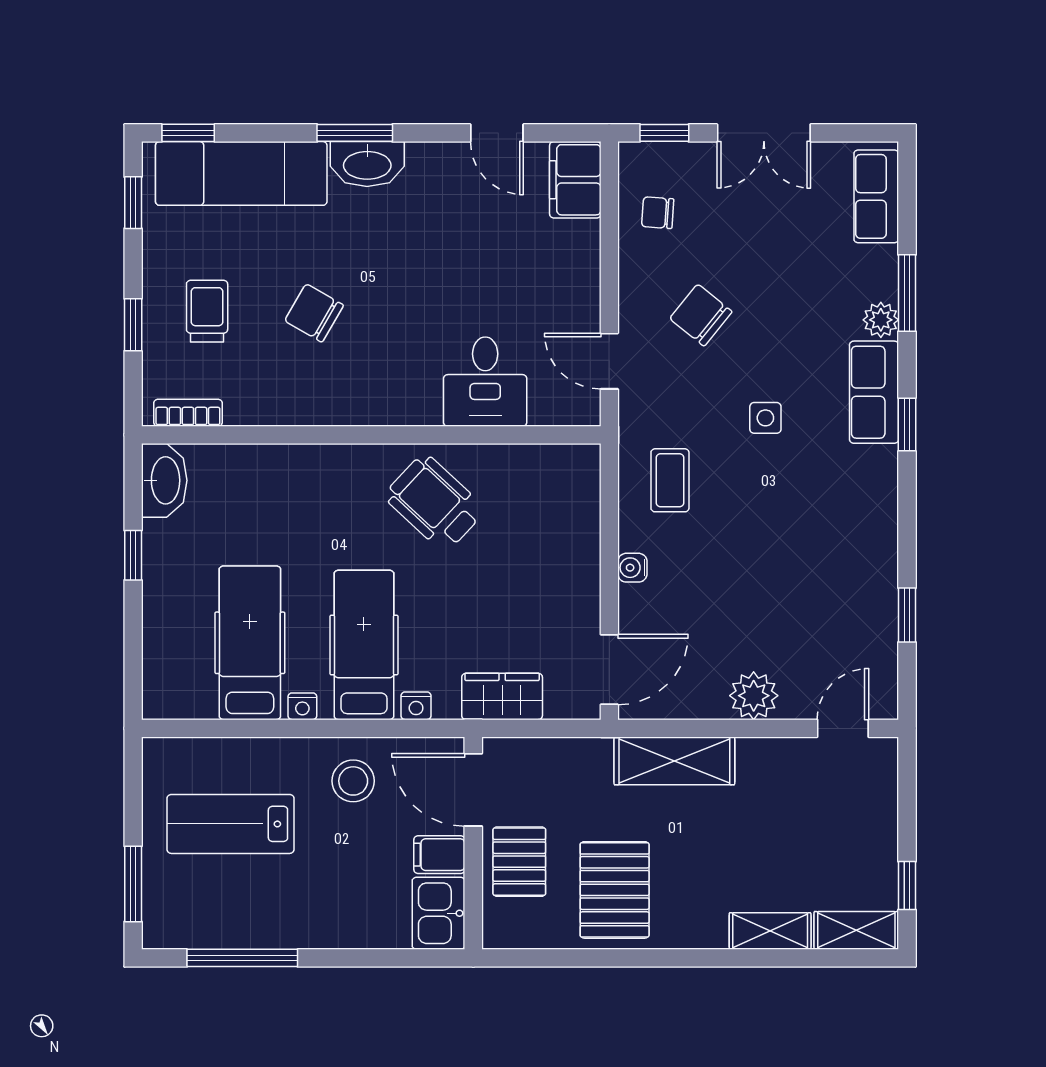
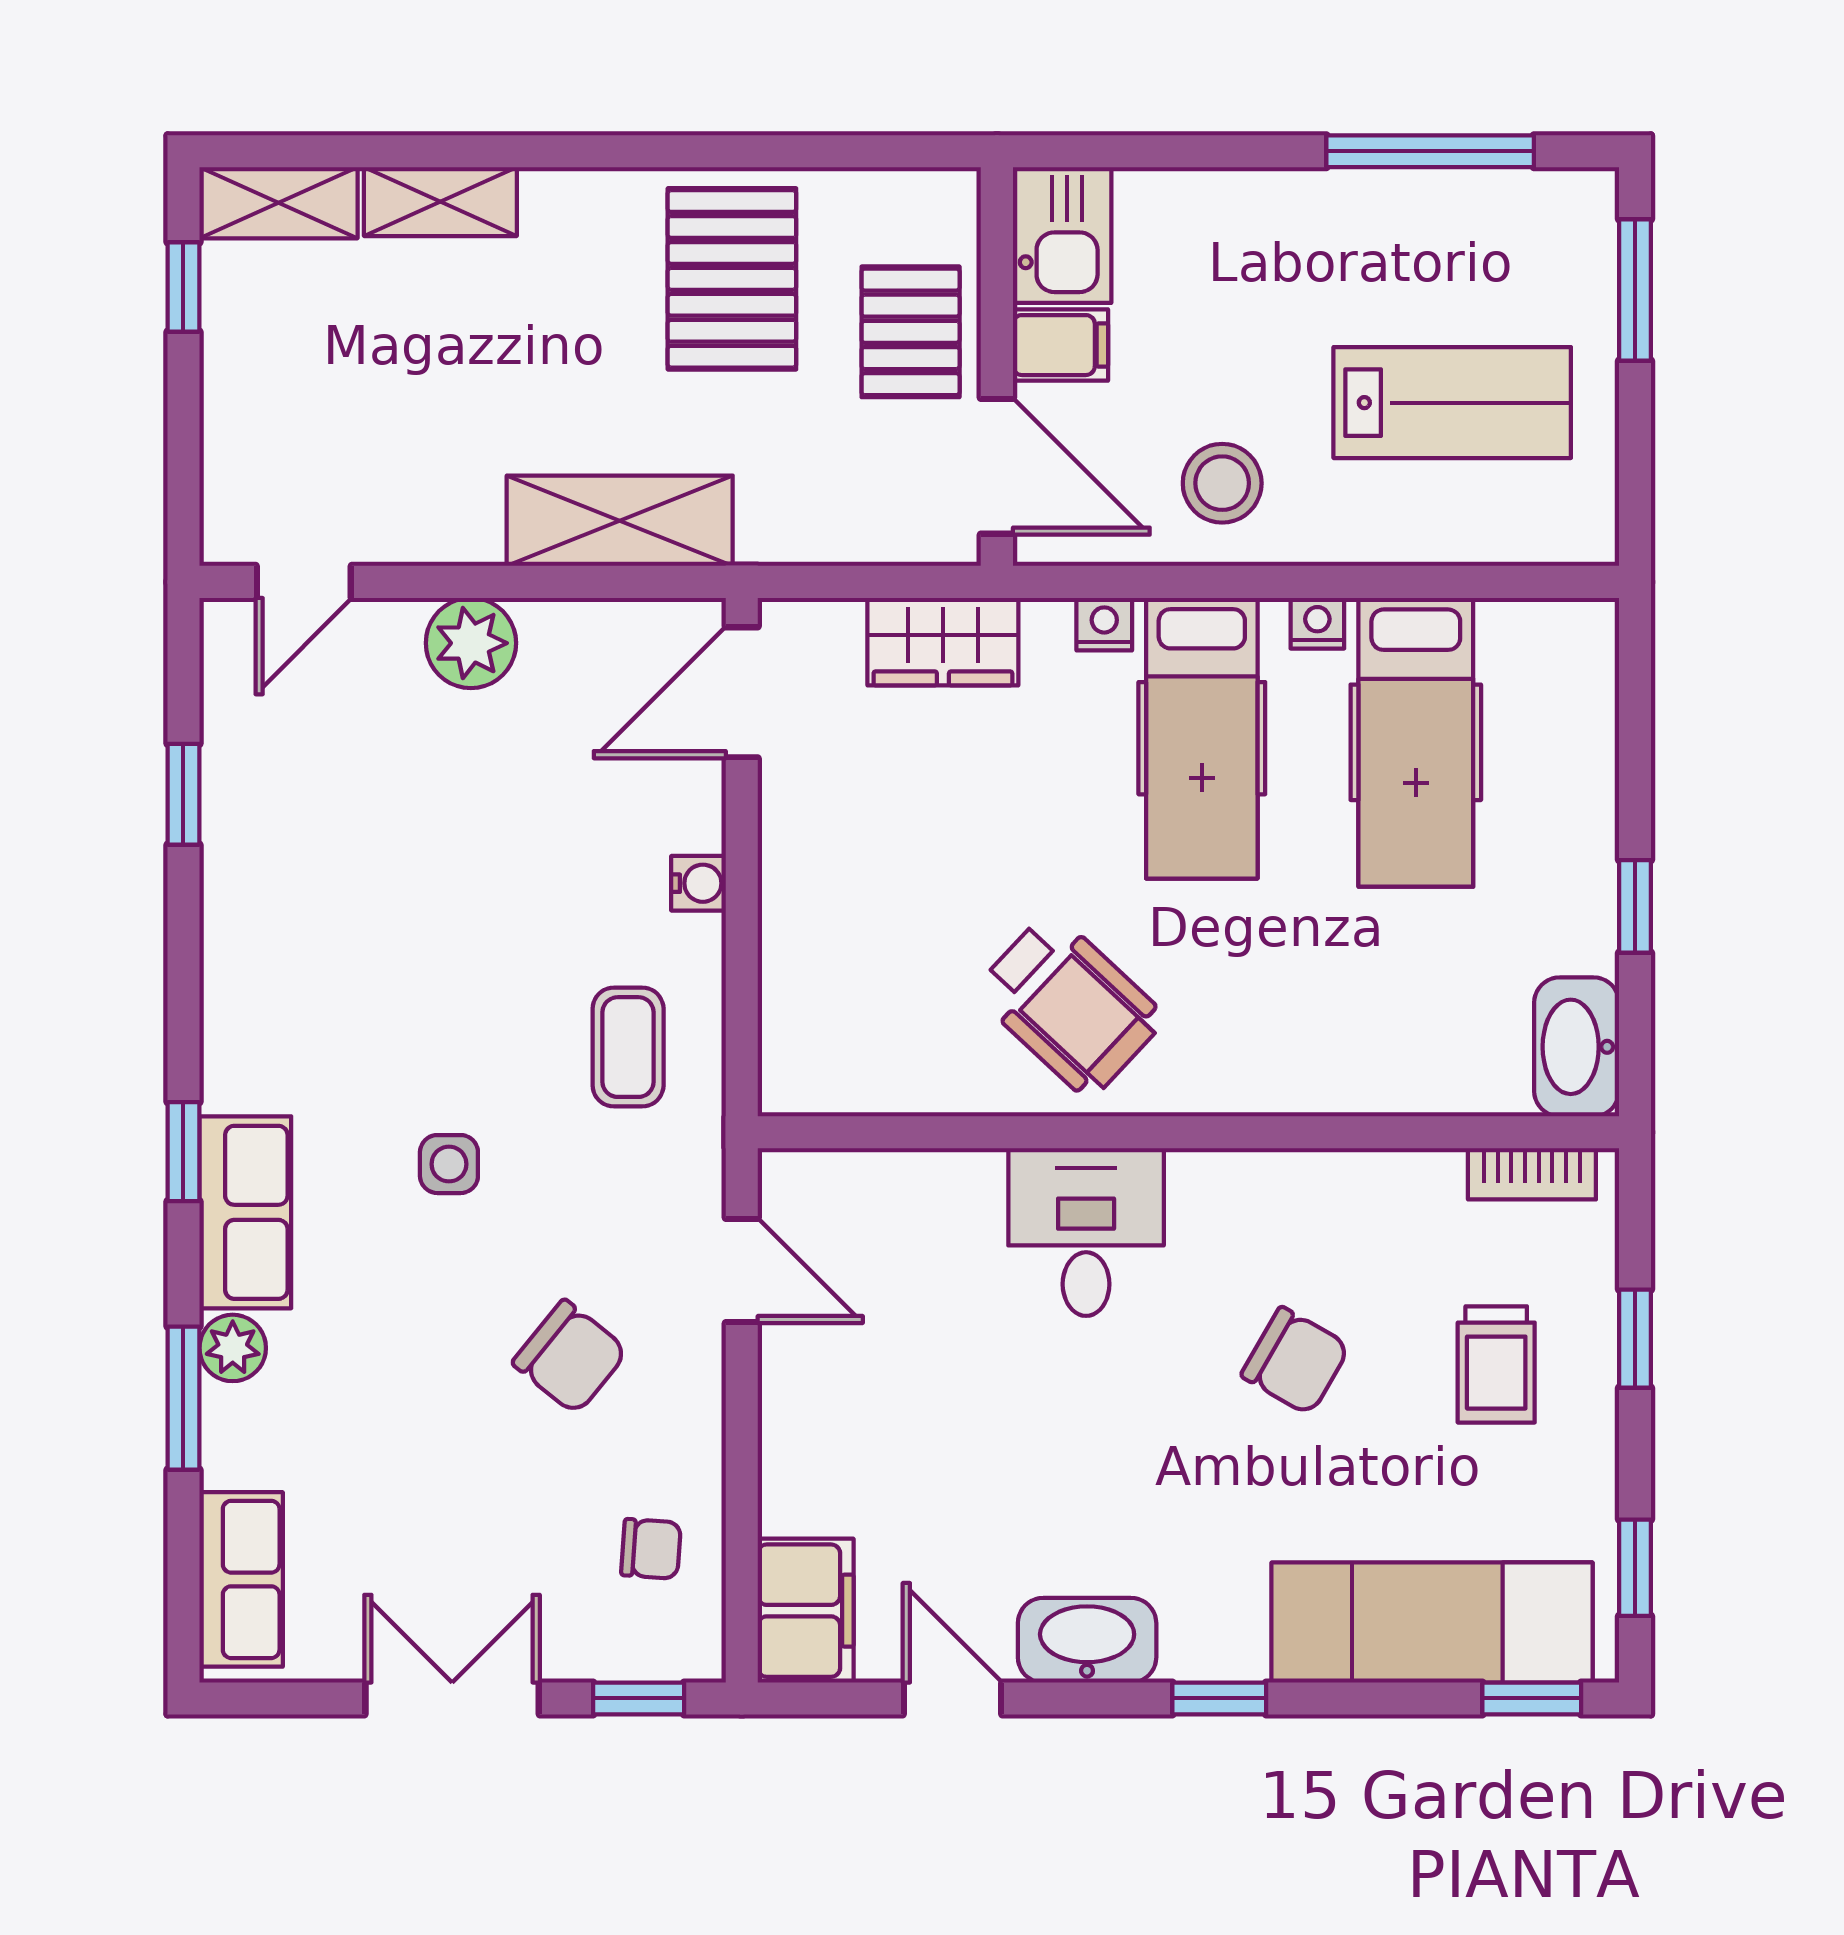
window: (355, 133) -> (1219, 1698), width x0.67
washbasin: (367, 164) -> (1087, 1640), moved
desk: (485, 382) -> (1086, 1232), moved

